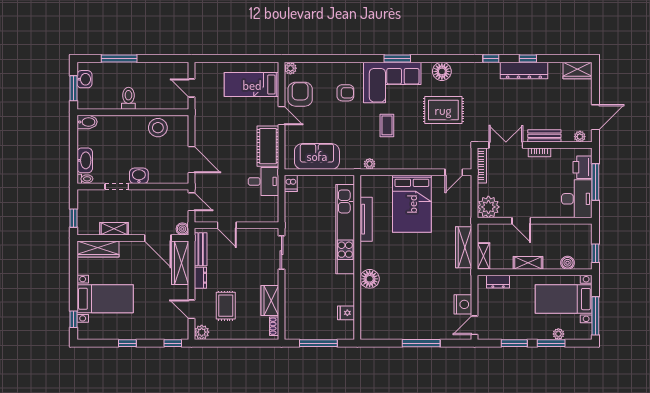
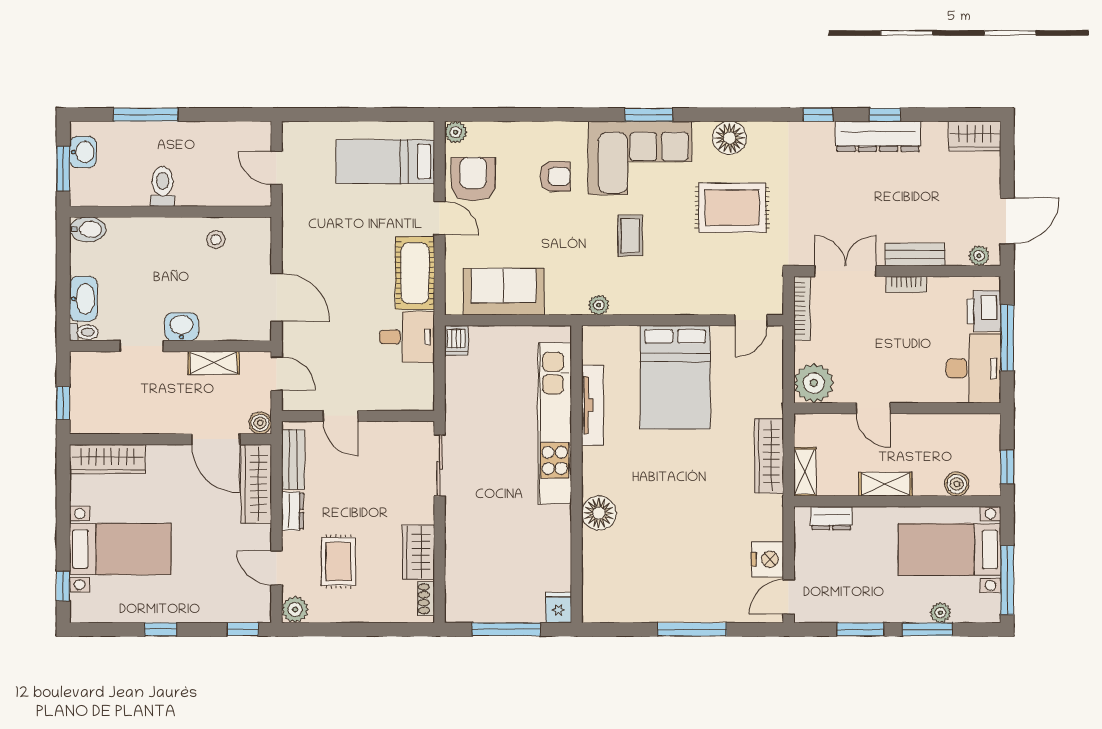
stool: (158, 128) -> (216, 240), width x0.53, depth x0.53
shelving: (114, 229) -> (214, 363), moved
fridge: (346, 313) -> (559, 608), moved, turned 90

